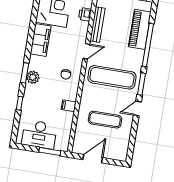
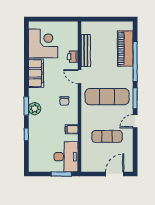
printer: (85, 14) -> (73, 57), moved
door: (86, 51) -> (80, 77), swing flipped
desk: (39, 134) -> (66, 157), moved, turned -90
door: (93, 159) -> (115, 174), moved

